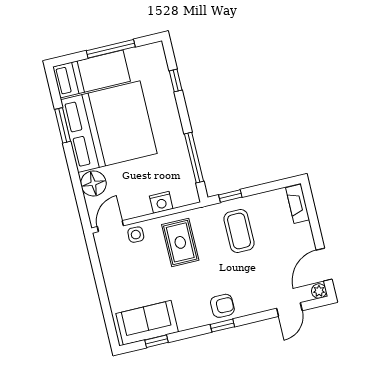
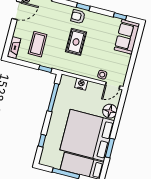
coffee table: (239, 231) -> (38, 44), moved
rug: (180, 242) -> (76, 42), moved
sofa: (147, 323) -> (127, 37), moved, turned 90

